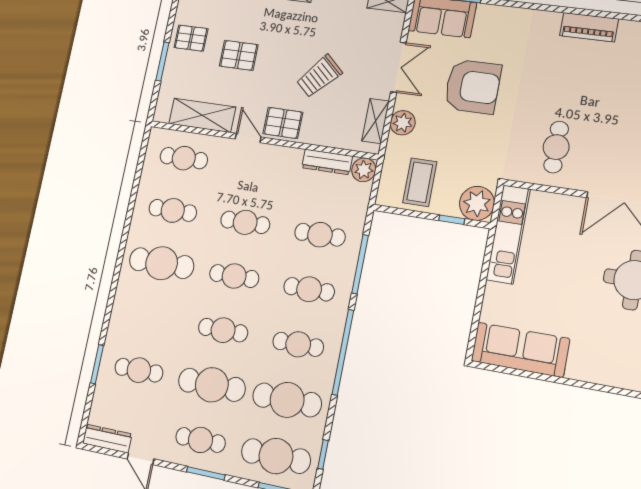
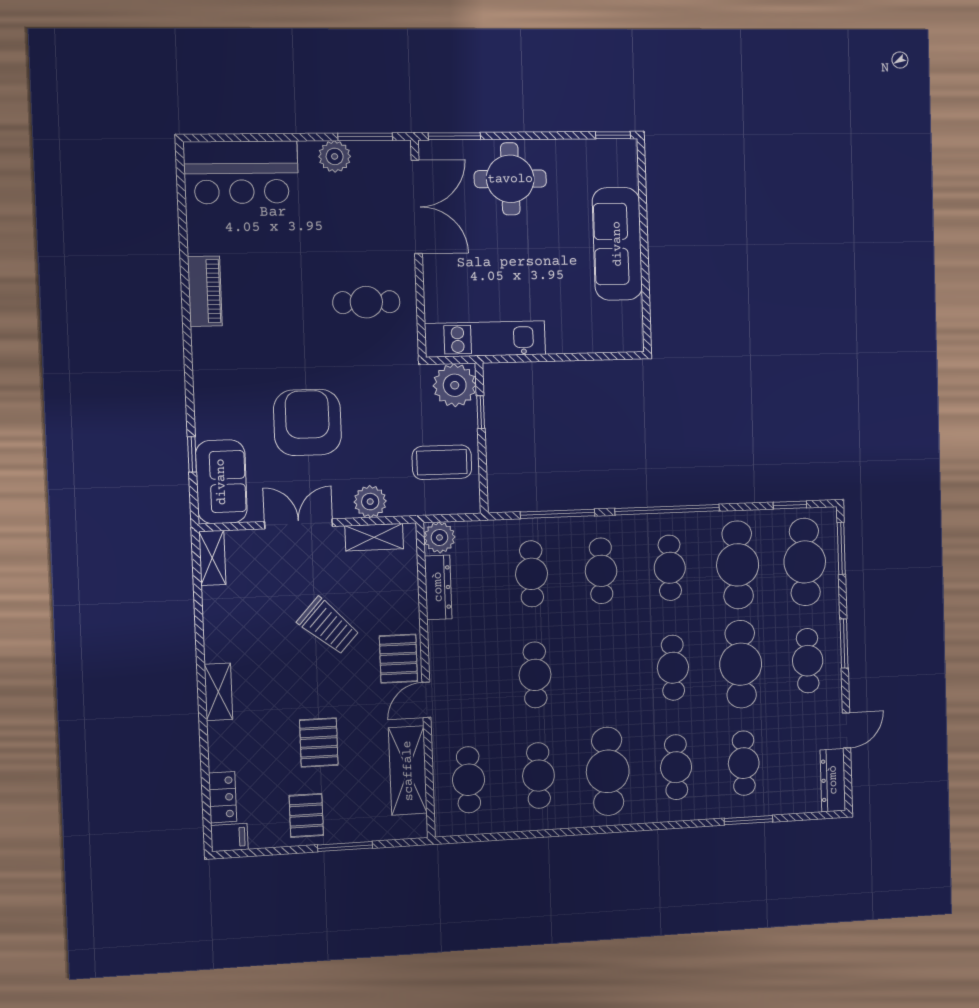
cafe table: (234, 276) -> (676, 767), moved
sofa: (520, 350) -> (617, 244), moved

